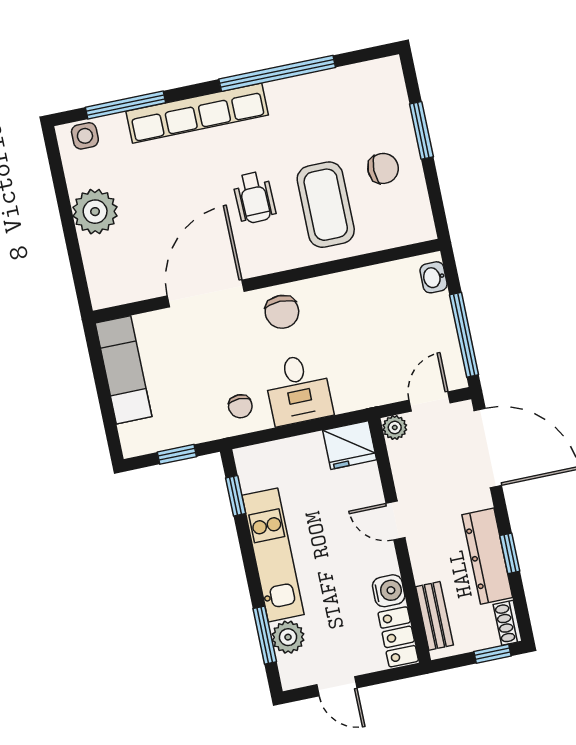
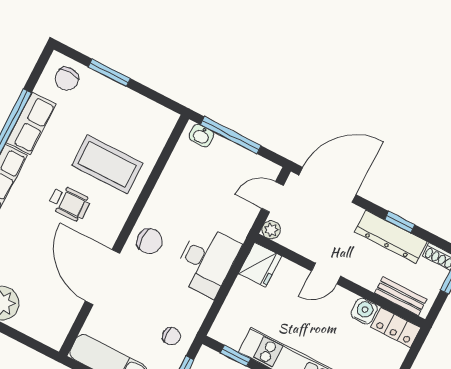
row of seats: (304, 92) -> (31, 123), added
chair: (383, 168) -> (67, 79), moved, turned 180
window: (464, 335) -> (231, 135), moved
desk: (298, 389) -> (207, 261), width x1.37
door: (430, 402) -> (273, 197), hinge flipped
chair: (240, 406) -> (171, 336), moved

